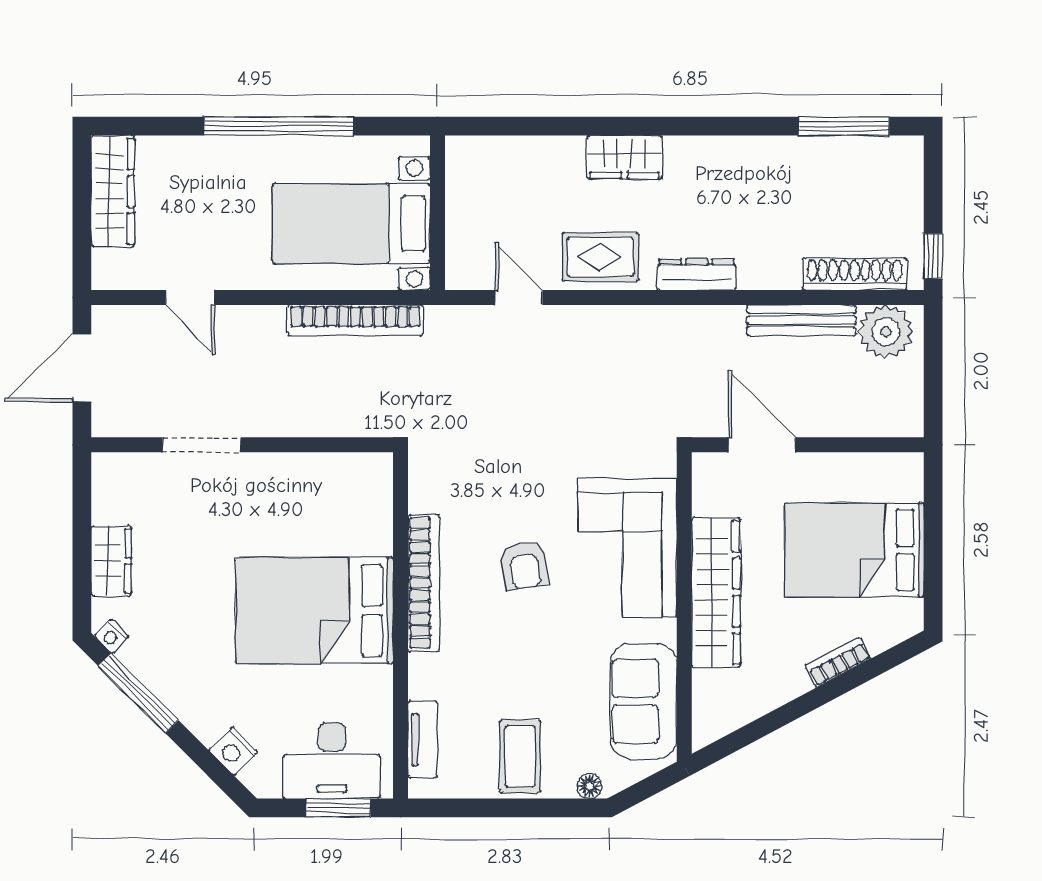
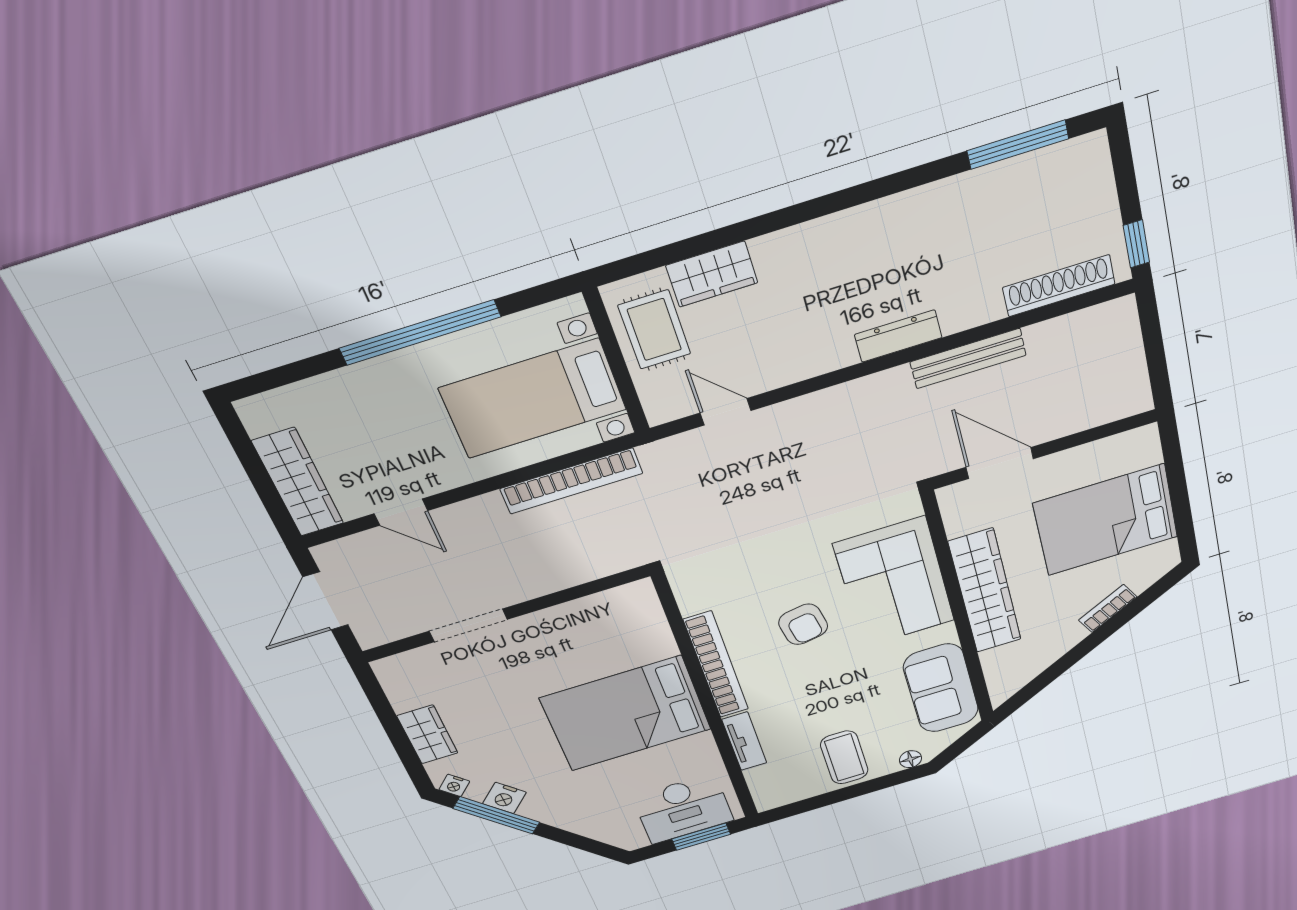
wardrobe: (624, 157) -> (712, 274), moved
wardrobe: (113, 191) -> (298, 482), moved
rug: (600, 257) -> (654, 330), moved, turned 90
bench: (801, 320) -> (968, 359), moved
plant: (886, 332) -> (1101, 329), removed
tv unit: (423, 739) -> (744, 741), moved
nightstand: (233, 751) -> (504, 798), moved

